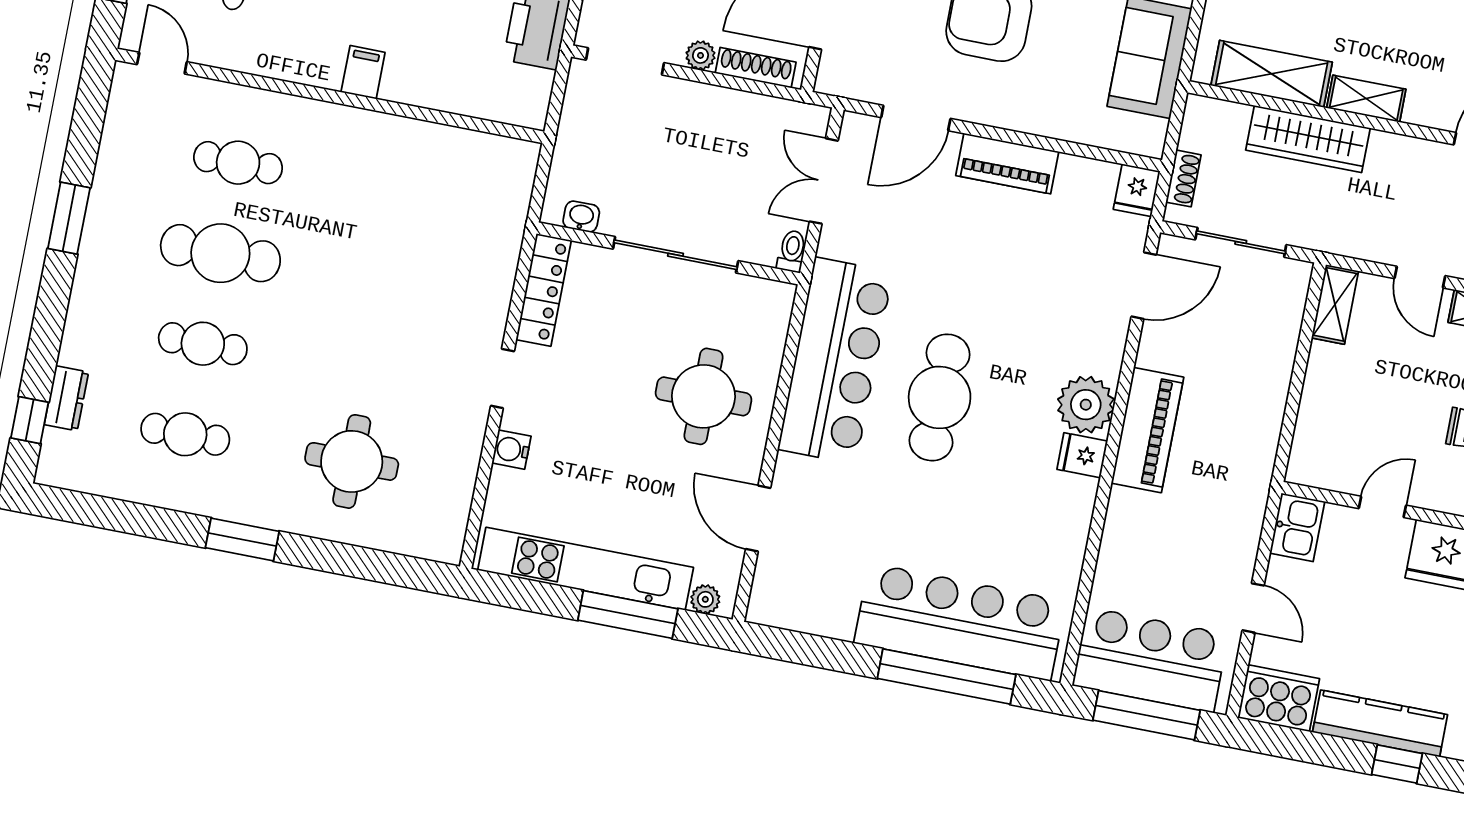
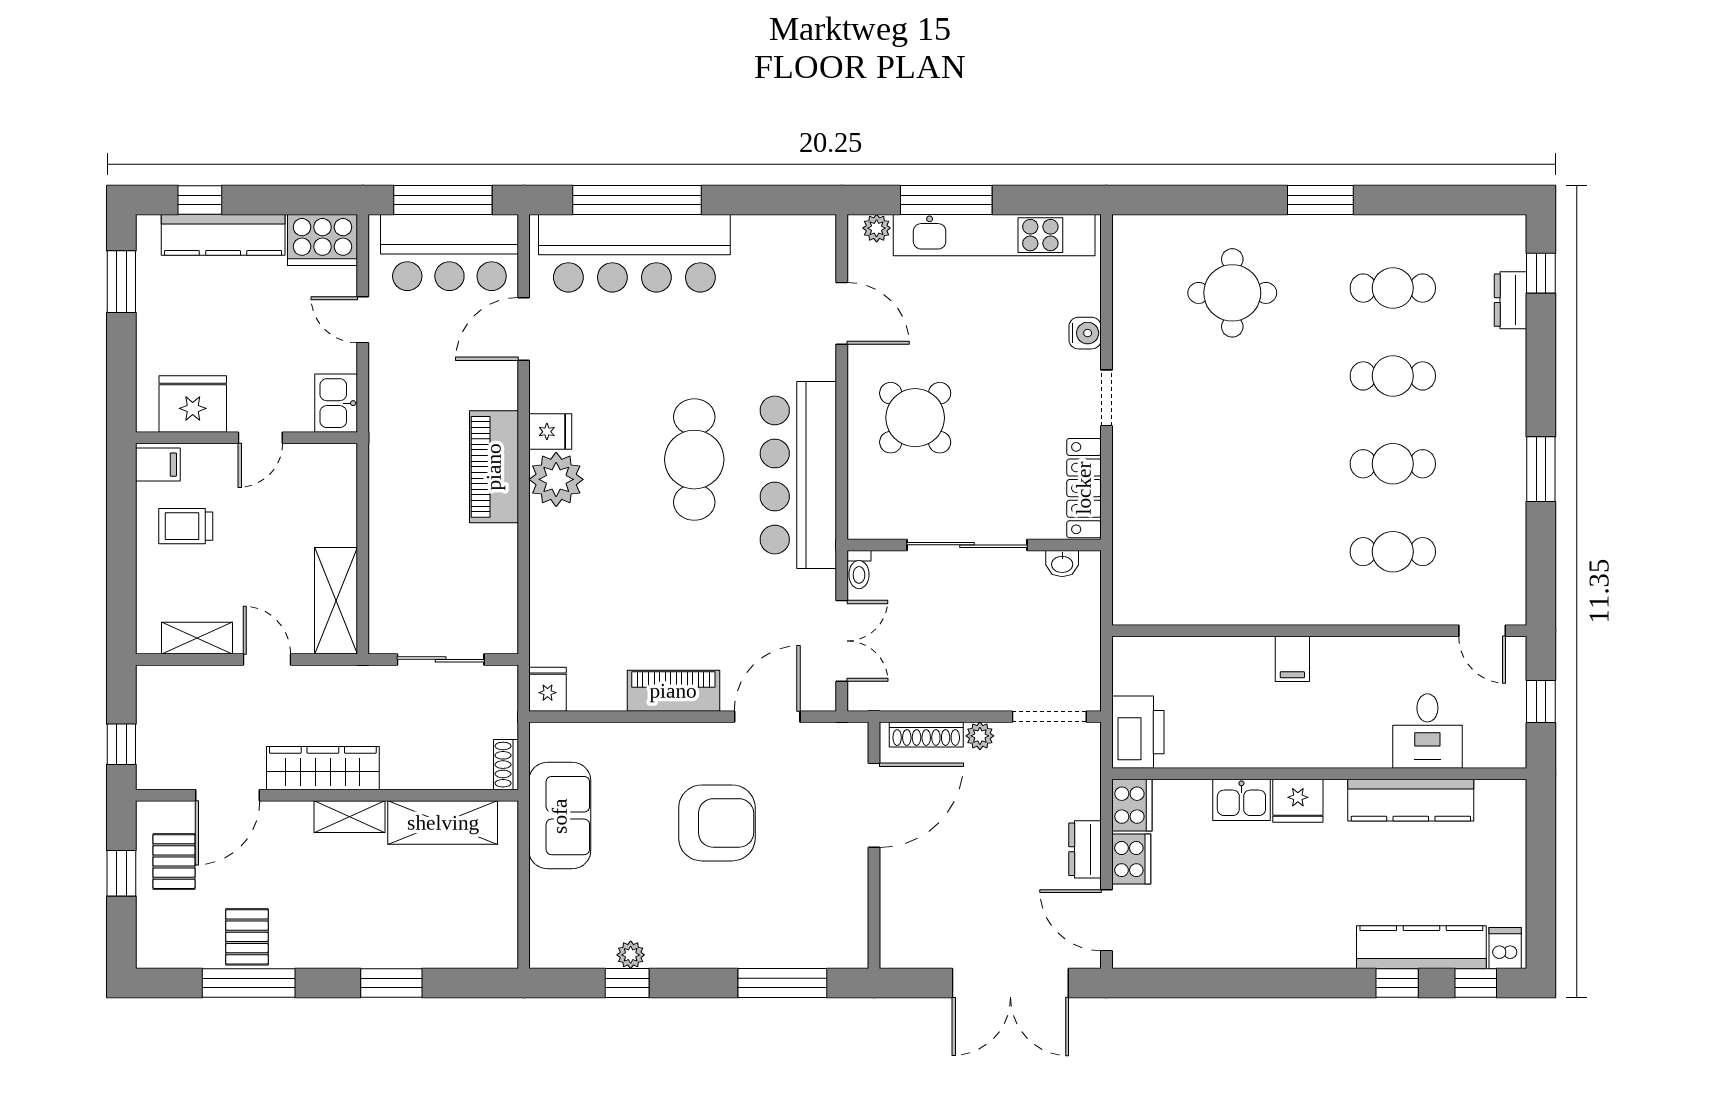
wardrobe: (1308, 139) -> (323, 768), moved
shoe rack: (1183, 178) -> (506, 765), moved
cafe table: (220, 253) -> (1393, 464), width x0.73, depth x0.74
door: (1144, 286) -> (524, 329), moved
shelving: (1335, 304) -> (336, 601), width x1.50, depth x1.33
round table: (703, 396) -> (915, 418), turned 45

